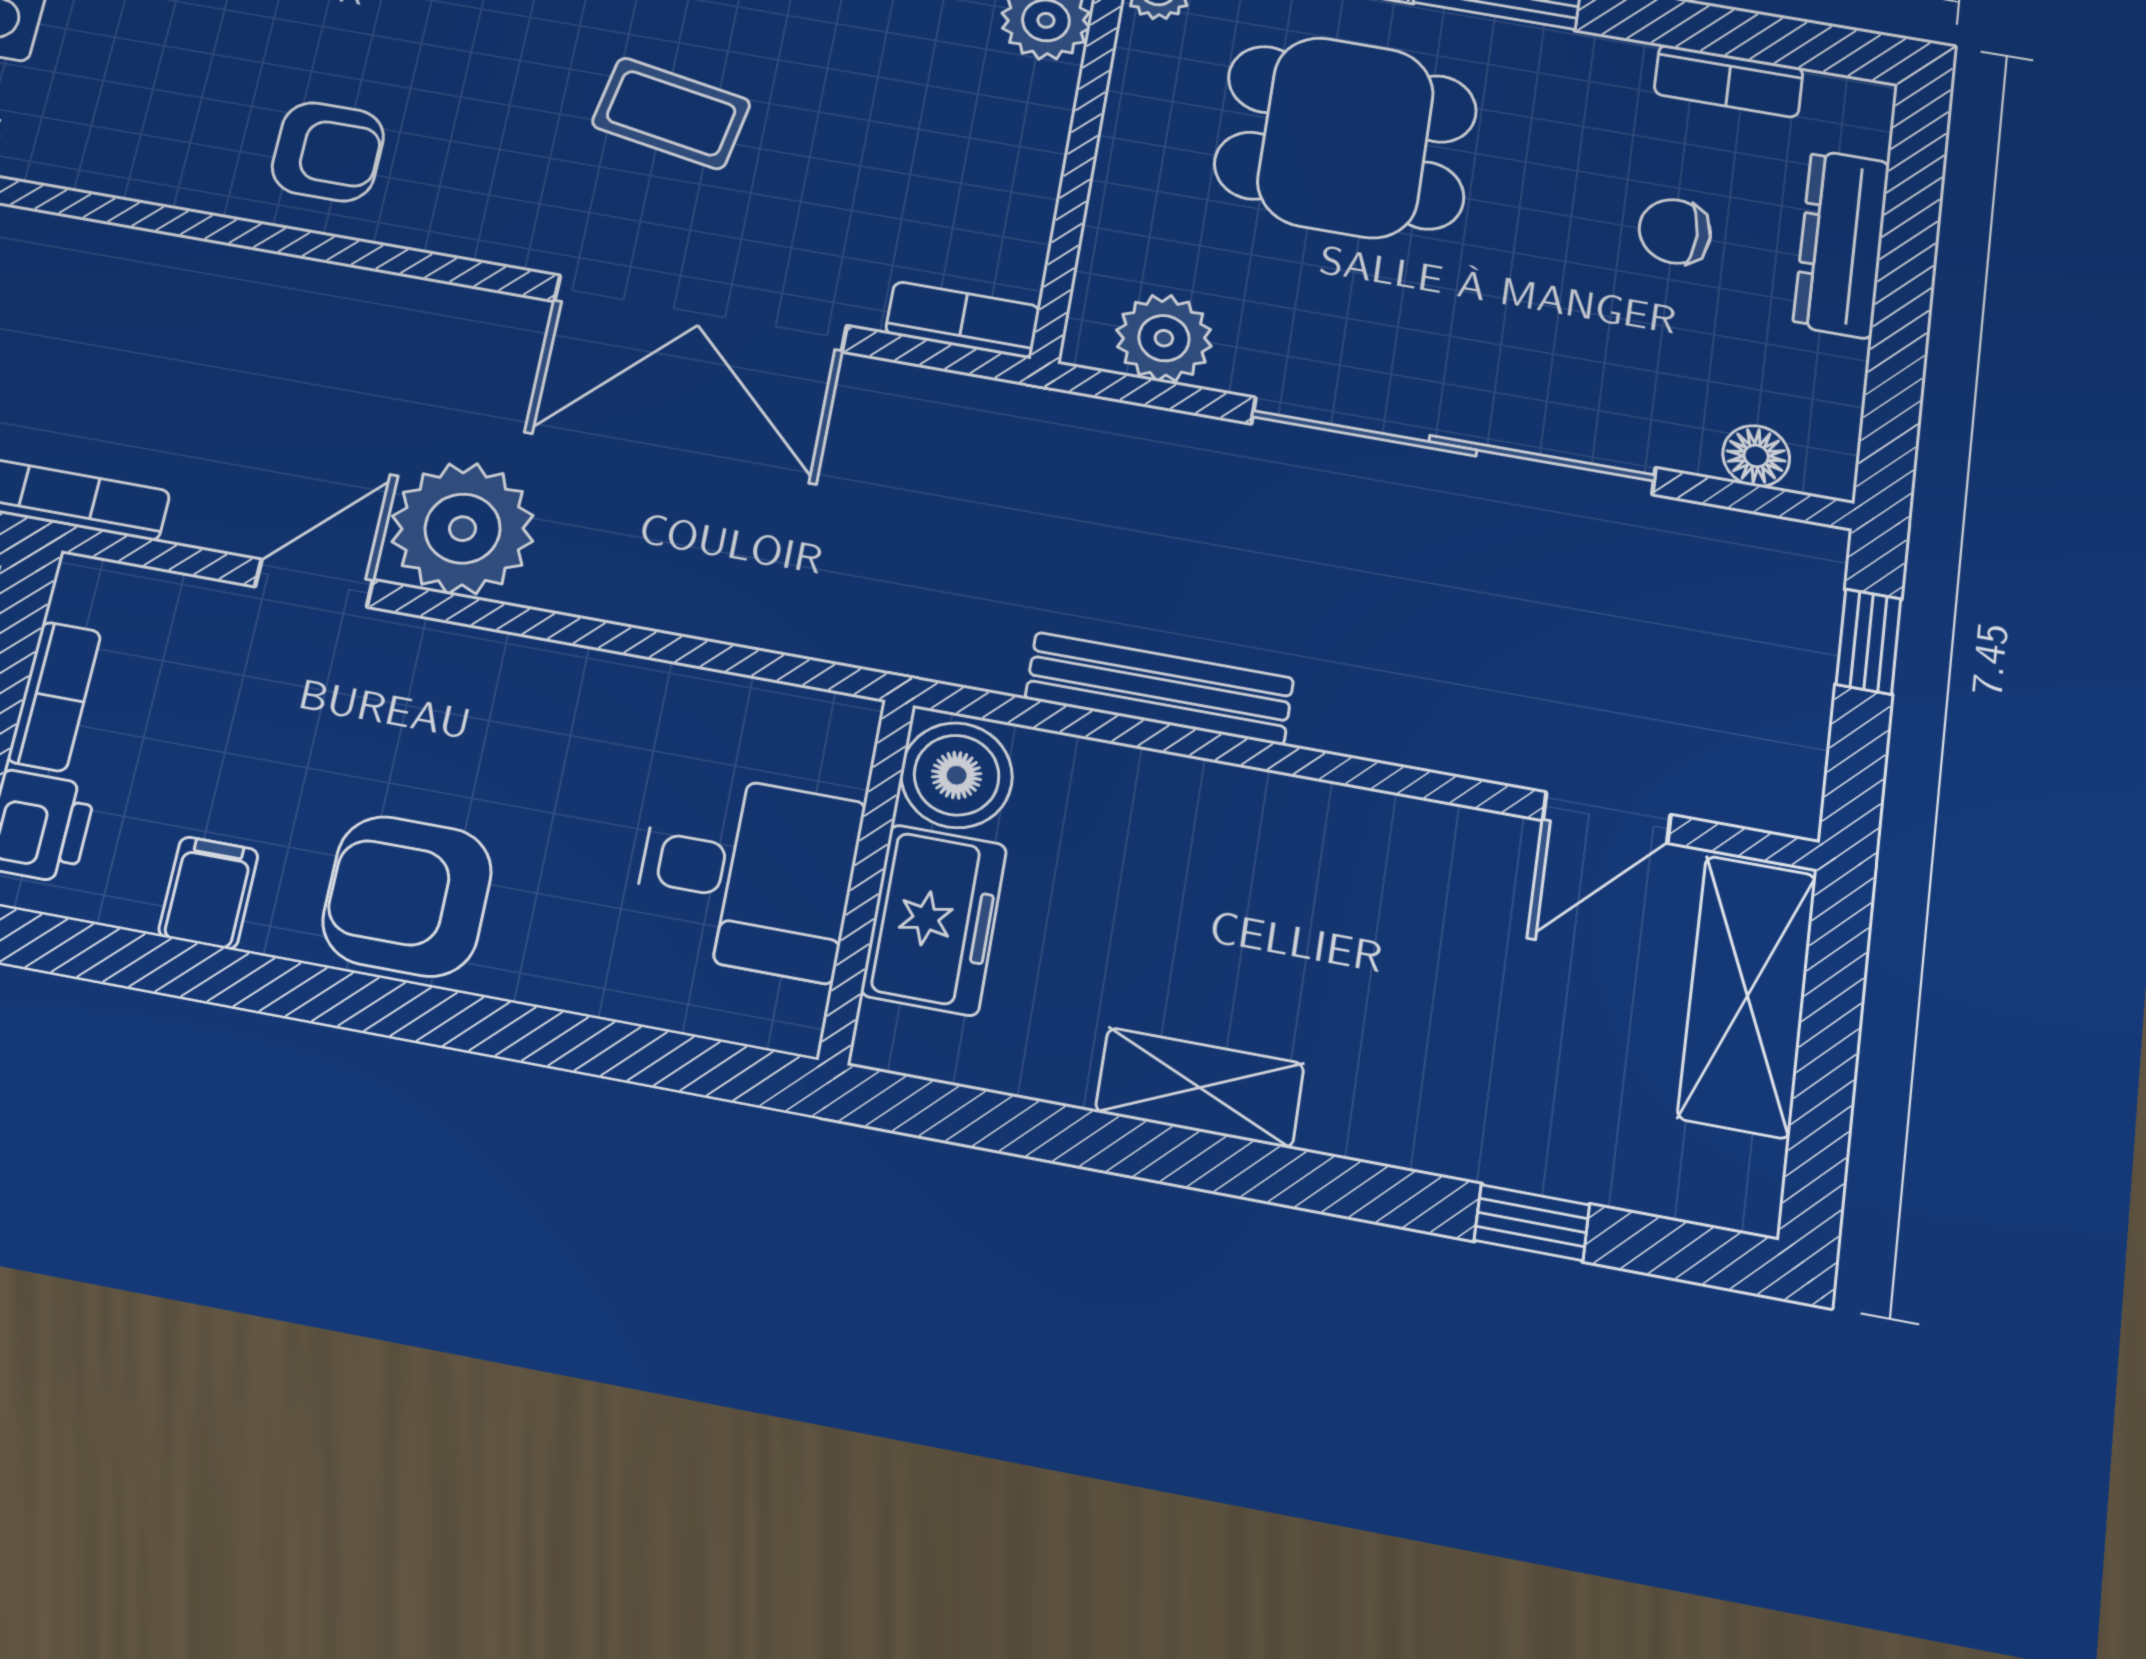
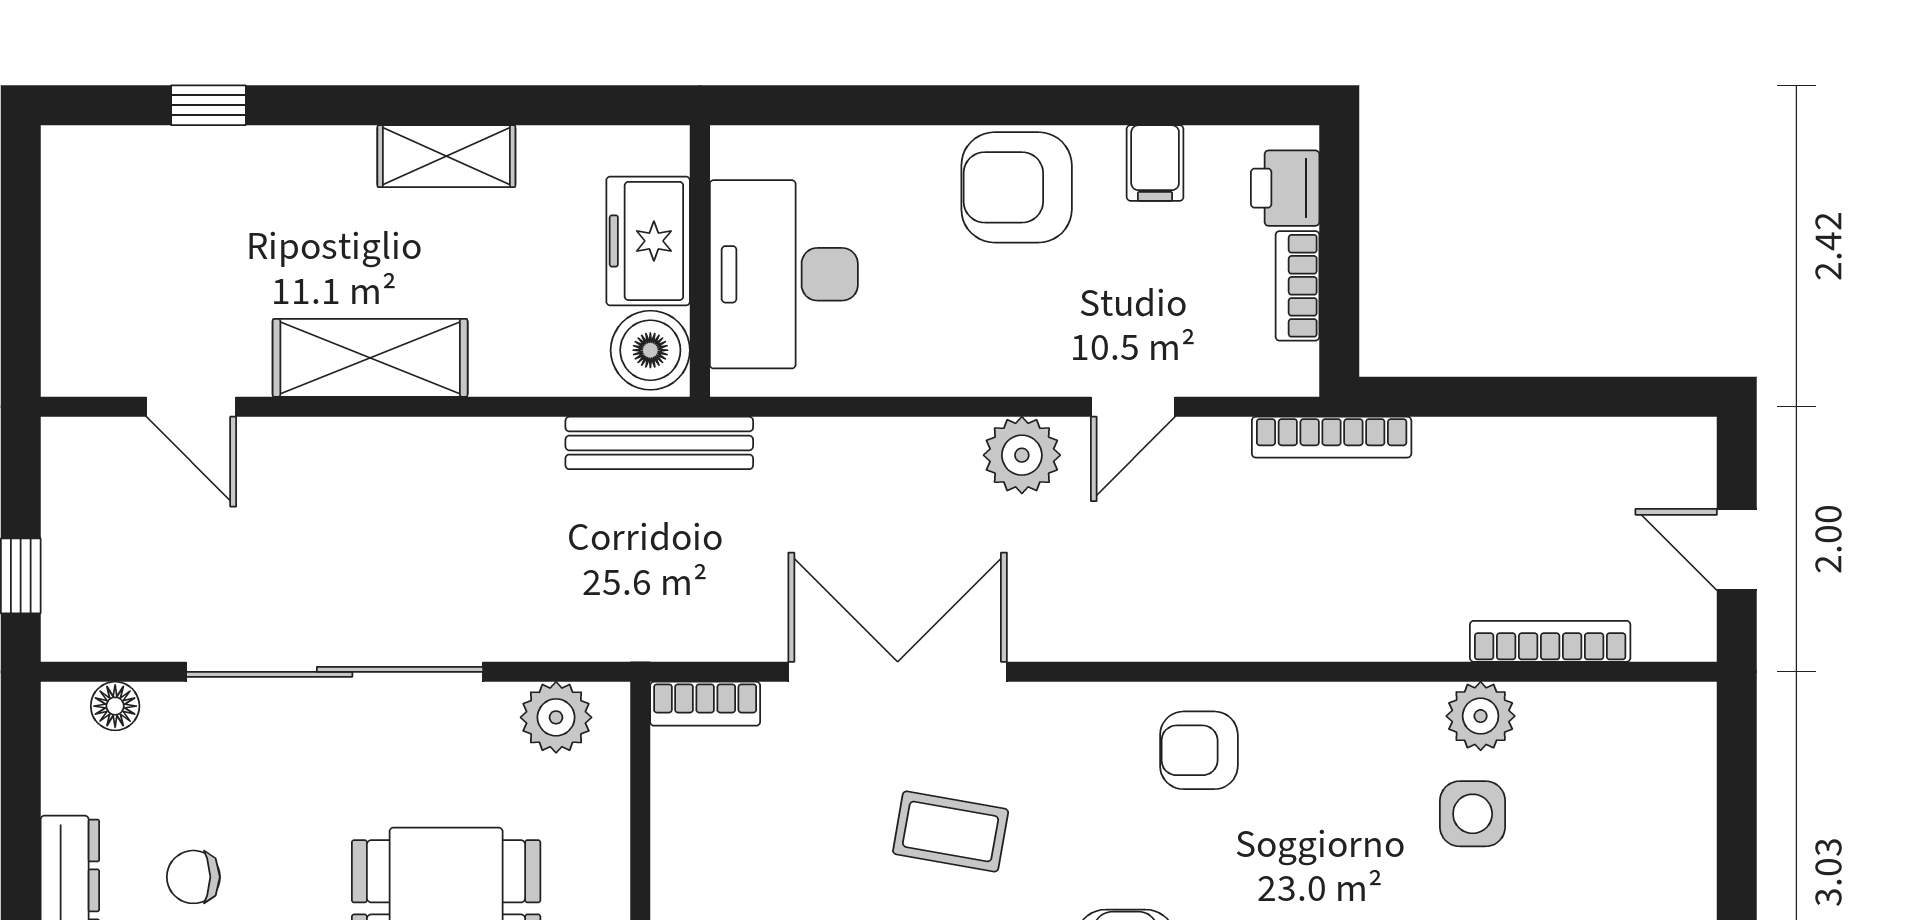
chair: (1675, 231) -> (193, 877), turned 180
plant: (463, 529) -> (1022, 455), width x0.73, depth x0.73
bench: (1159, 689) -> (659, 443), moved
door: (1607, 818) -> (191, 407), swing flipped
desk: (747, 875) -> (784, 274), width x1.37
armchair: (407, 896) -> (1017, 187), turned 180
shelving: (1747, 996) -> (370, 358), moved, turned 90

